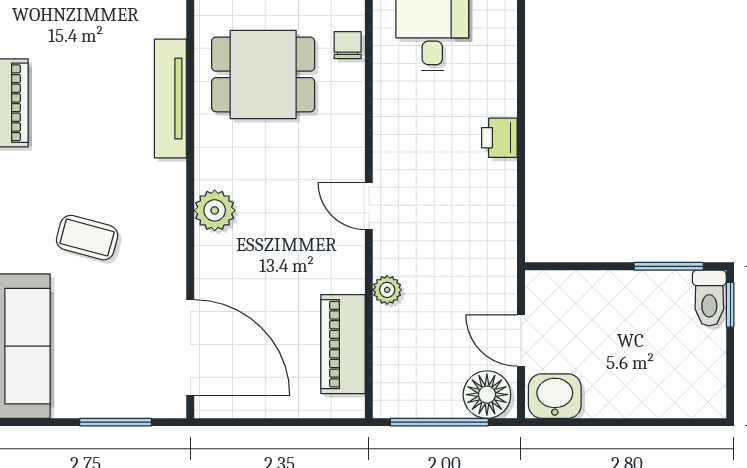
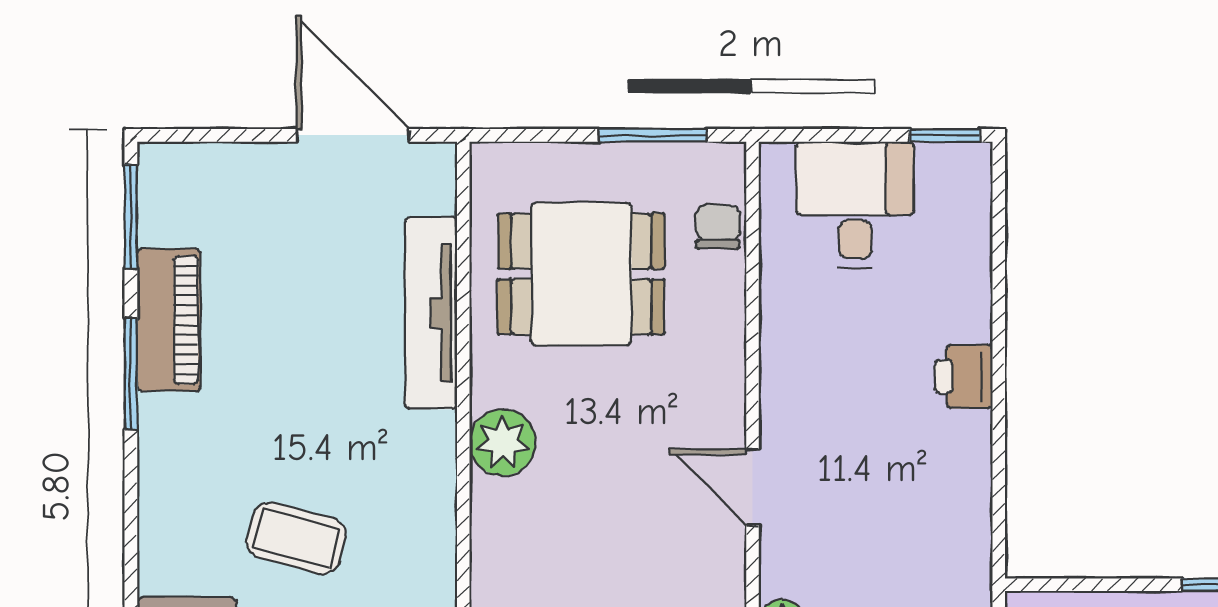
plant: (215, 210) -> (503, 442), moved

